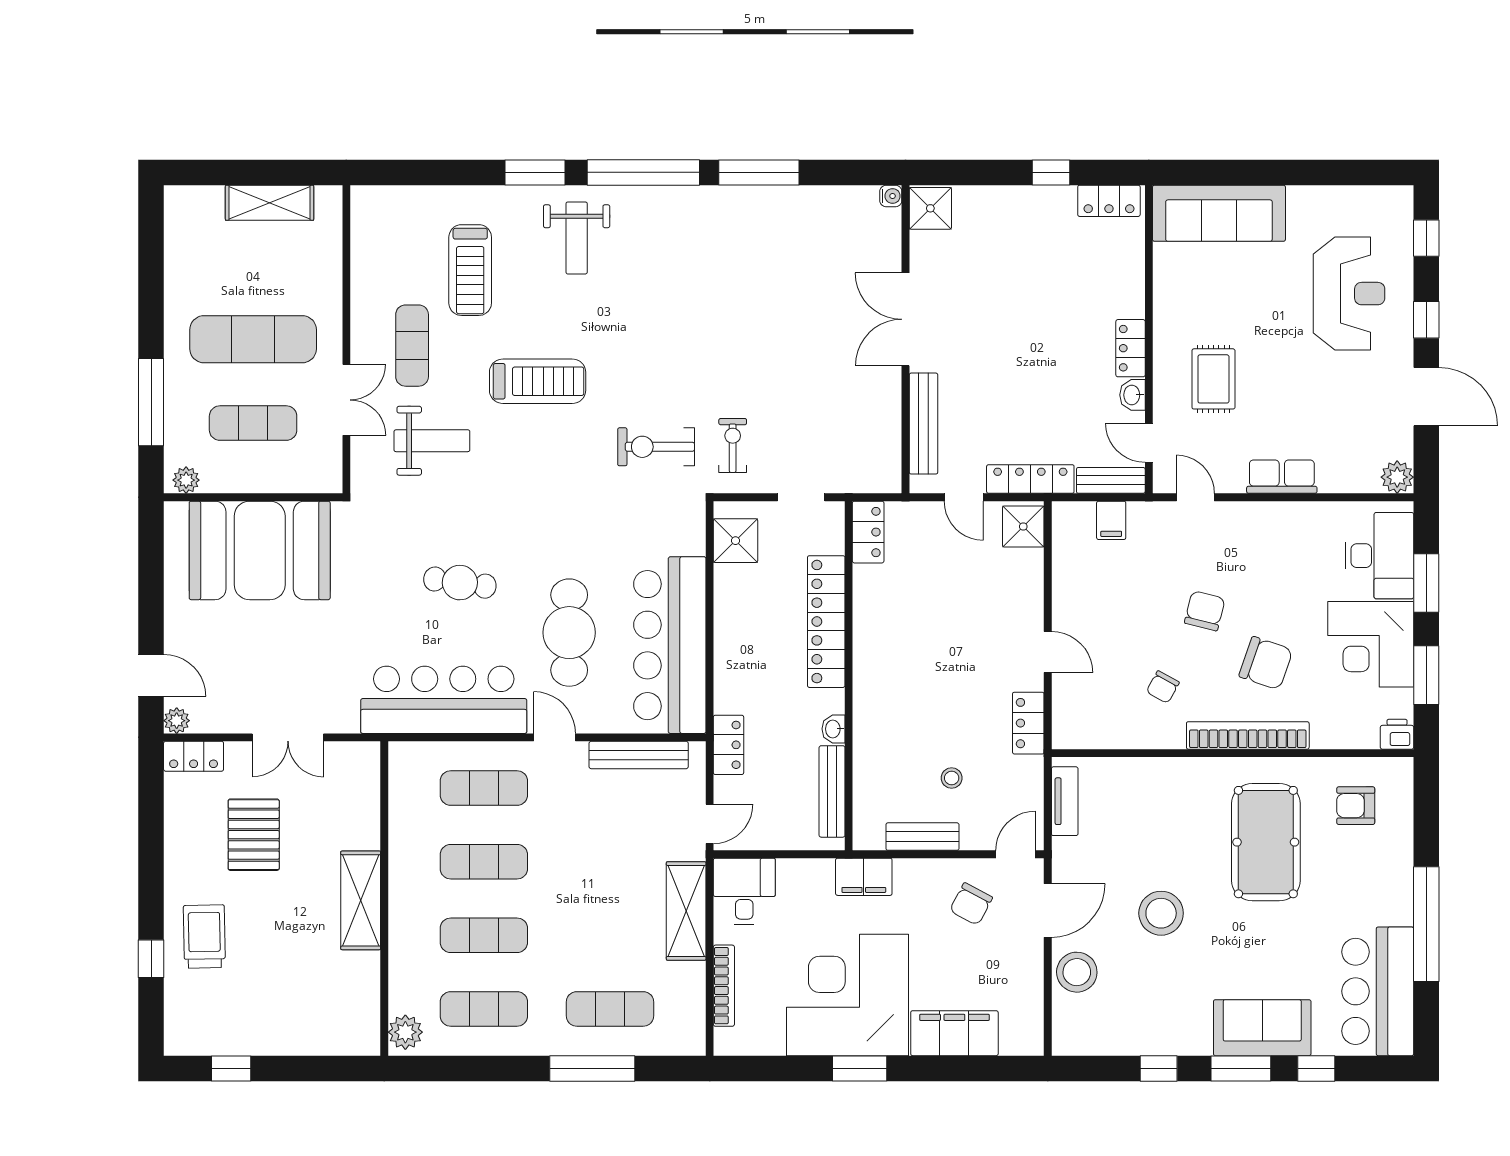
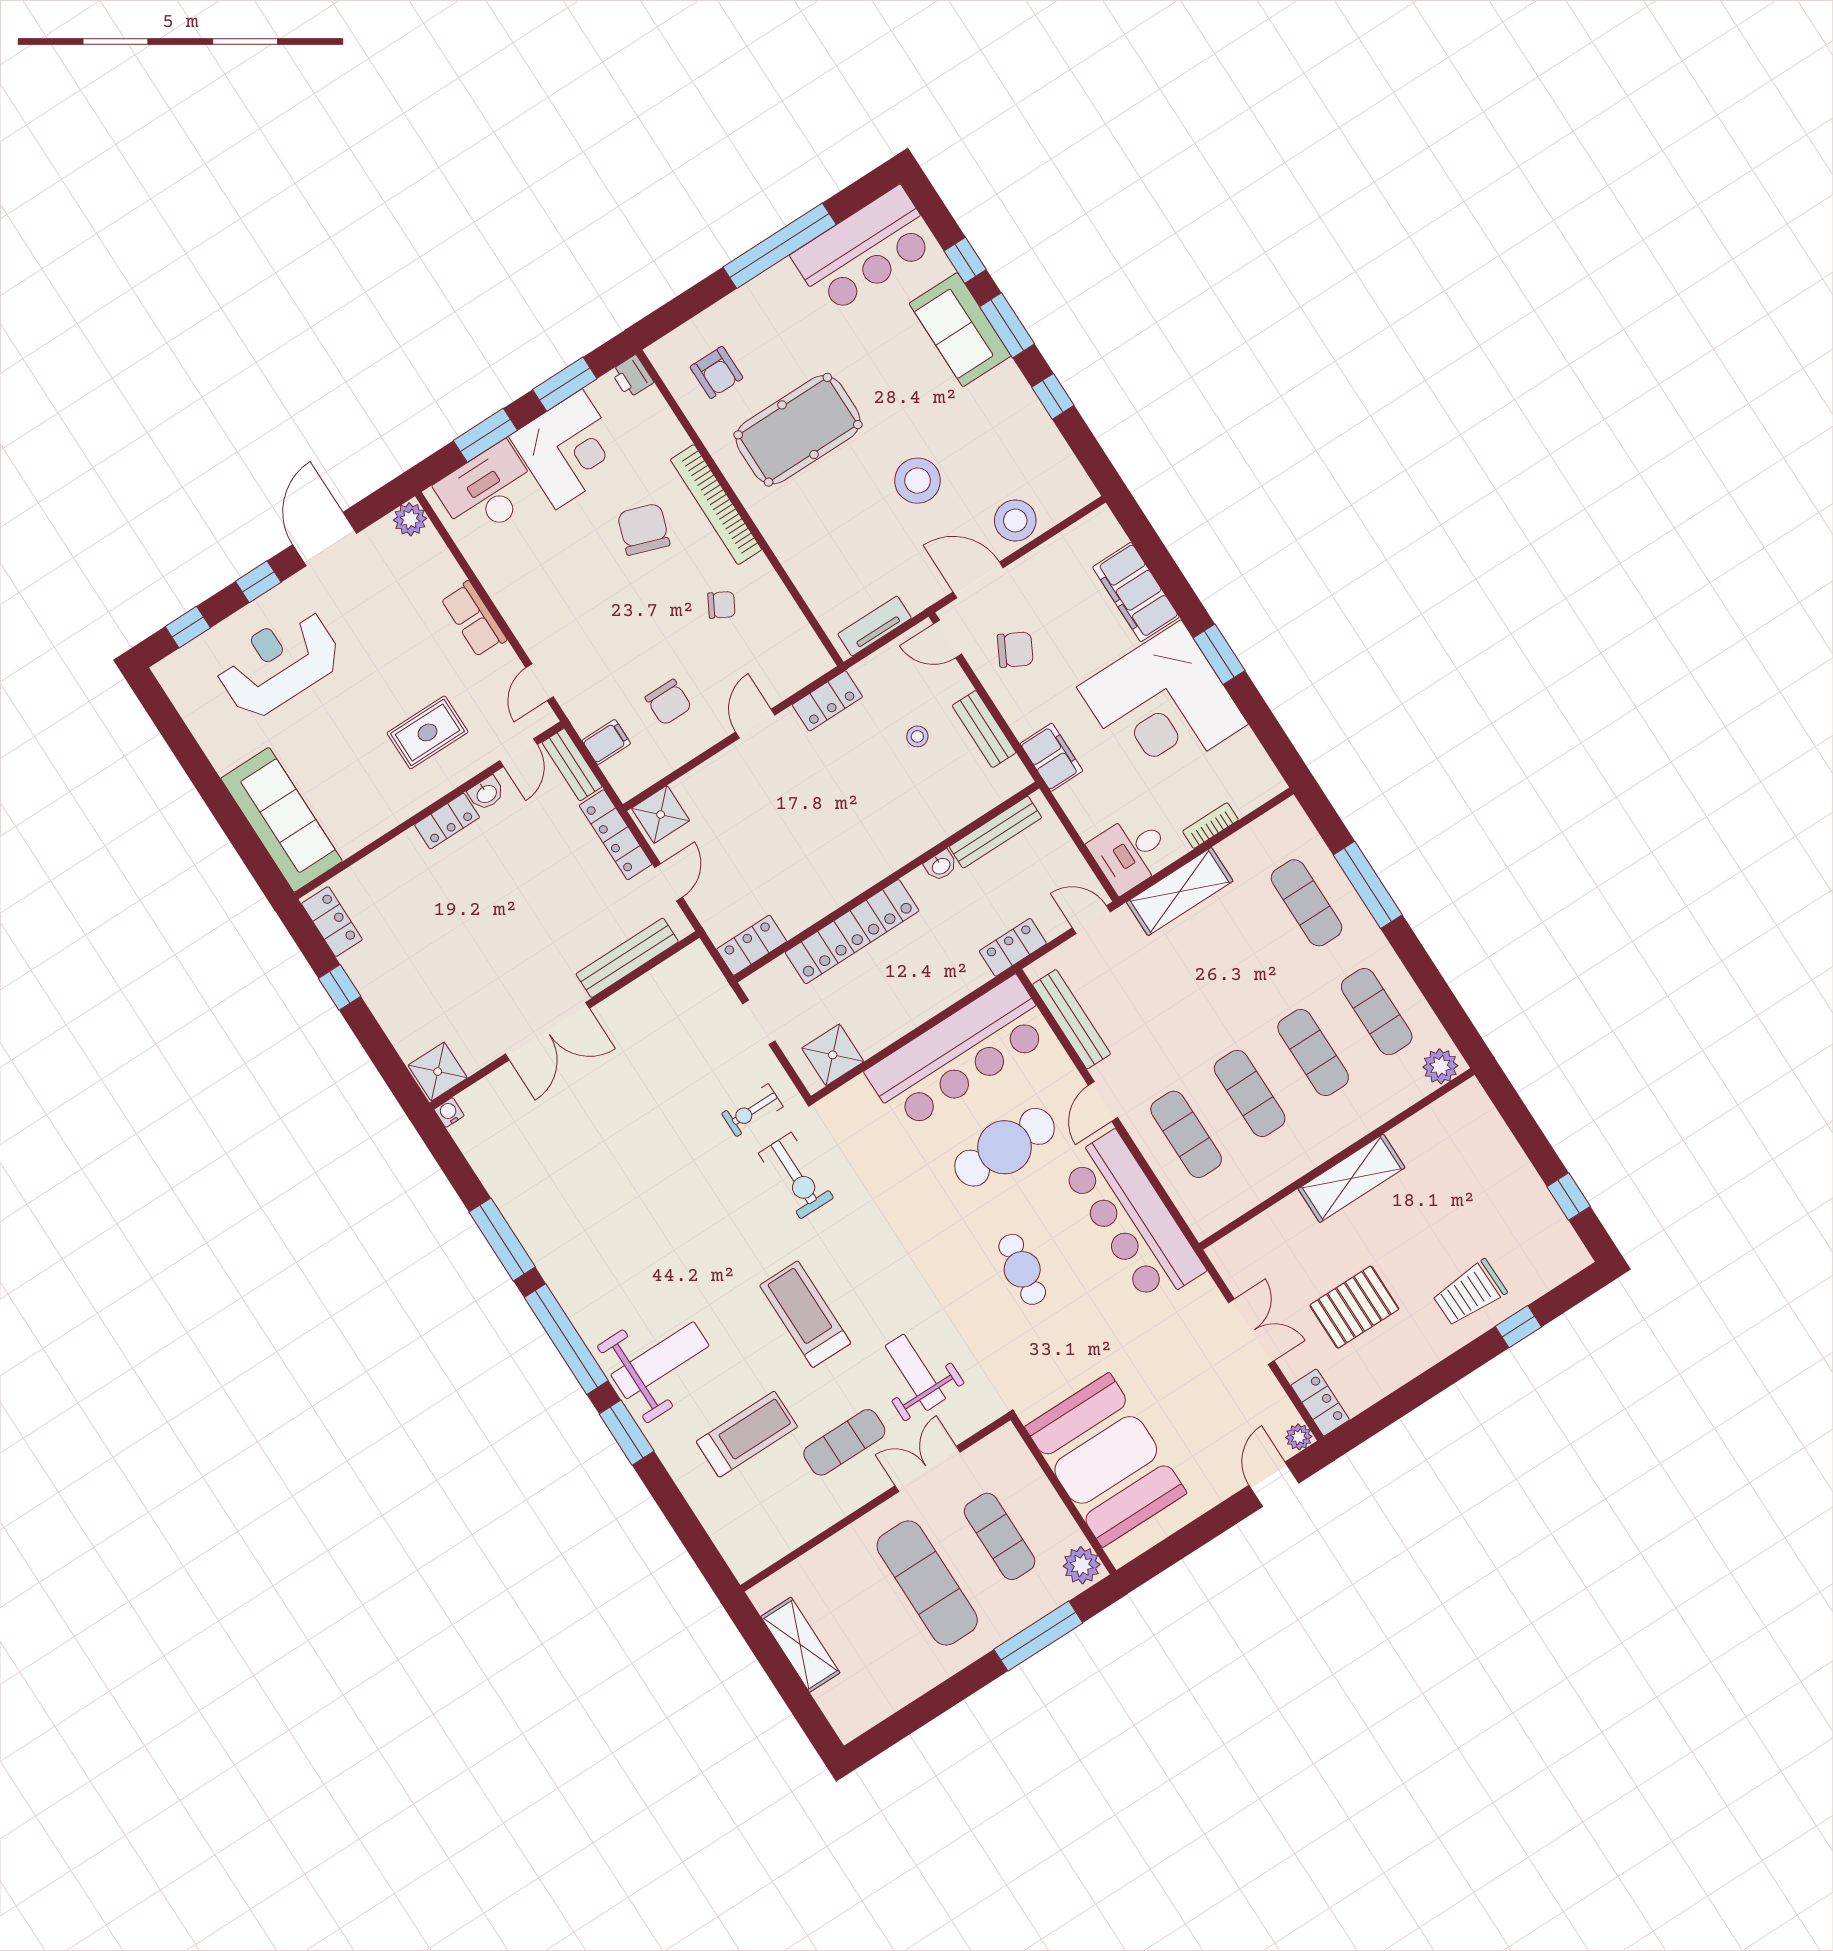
weight bench: (577, 238) -> (660, 1360), width x1.36, depth x1.33
plant: (186, 480) -> (1082, 1565), width x1.38, depth x1.38
chair: (1205, 611) -> (668, 702), moved, turned -104
bookcase: (724, 986) -> (1211, 826), width x0.64

